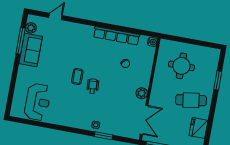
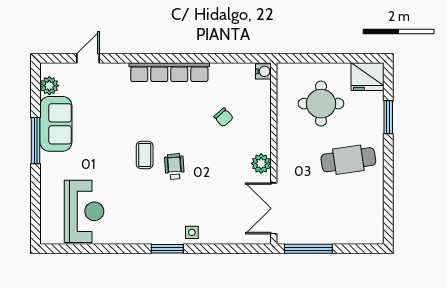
row of seats: (116, 36) -> (169, 72), moved
window: (21, 41) -> (36, 141), moved
double door: (144, 120) -> (274, 208), swing flipped
fridge: (198, 128) -> (367, 77), moved, turned -90
window: (104, 136) -> (167, 249), moved

